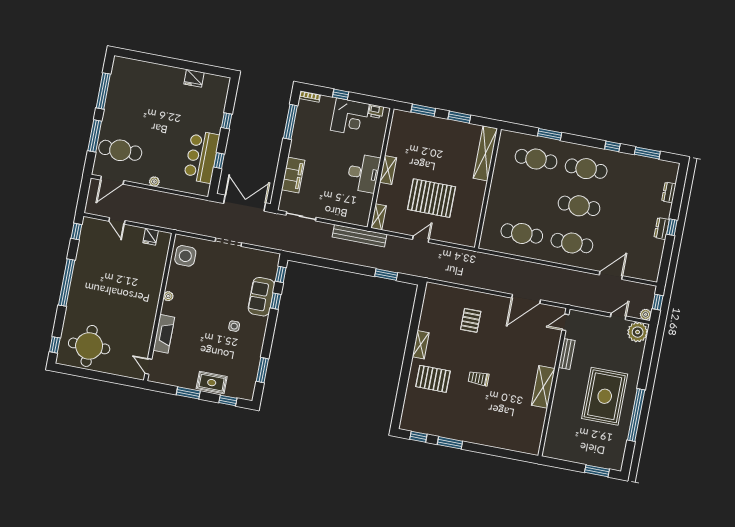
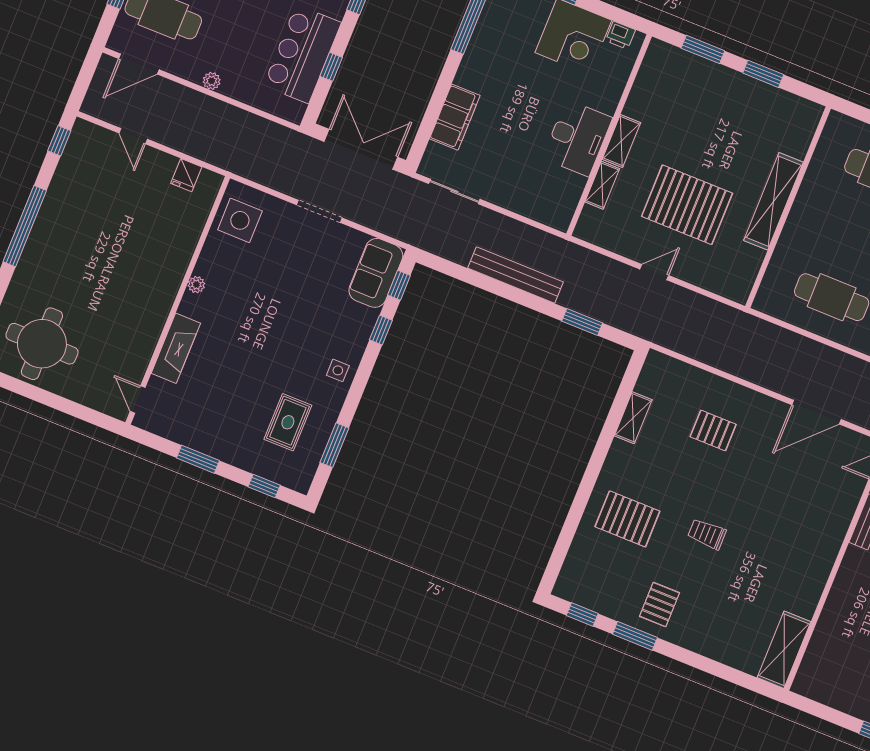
shelving: (485, 153) -> (773, 201), moved
shelving: (379, 217) -> (602, 185), moved
bench: (359, 236) -> (516, 275), moved
sofa: (261, 297) -> (376, 273), moved
pallet: (471, 320) -> (713, 431), turned 90
side table: (234, 326) -> (338, 370), moved
shelving: (421, 345) -> (633, 418), moved
rug: (212, 383) -> (288, 422), moved, turned 90
shelving: (543, 387) -> (784, 650), moved
pallet: (460, 423) -> (660, 605), added

